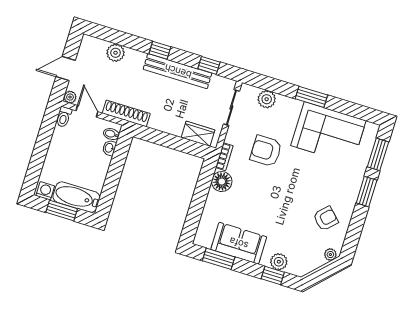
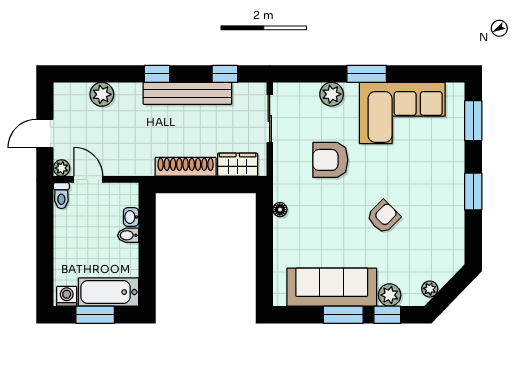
plant: (267, 99) -> (332, 94), moved
shoe rack: (126, 113) -> (186, 167), moved
bidet: (111, 134) -> (128, 235), moved
bookcase: (224, 157) -> (280, 183), removed
floor lamp: (222, 182) -> (280, 210), width x0.53, depth x0.53
window: (367, 192) -> (473, 191), moved
armchair: (326, 218) -> (383, 217), moved
sofa: (239, 243) -> (332, 287), width x1.36
plant: (330, 255) -> (430, 289), moved
window: (219, 259) -> (343, 315), moved

